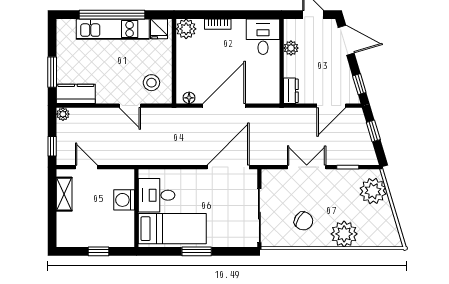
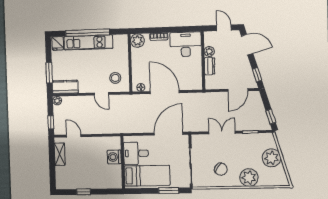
fridge: (159, 29) -> (58, 43), moved
desk: (263, 37) -> (186, 44), width x1.37
dresser: (291, 91) -> (210, 66), moved
door: (224, 106) -> (165, 92), hinge flipped
window: (373, 131) -> (271, 116), moved
plant: (373, 191) -> (271, 158), moved
desk: (157, 195) -> (136, 153), moved
washing machine: (124, 200) -> (114, 157), moved
wall: (136, 208) -> (123, 162), moved
bed: (172, 229) -> (147, 176), moved
window: (197, 251) -> (169, 191), moved

